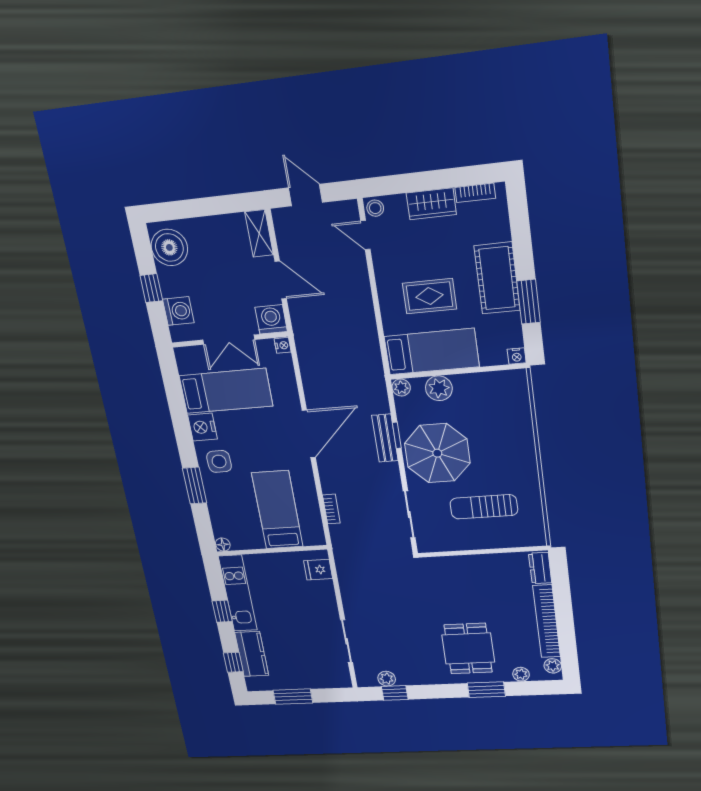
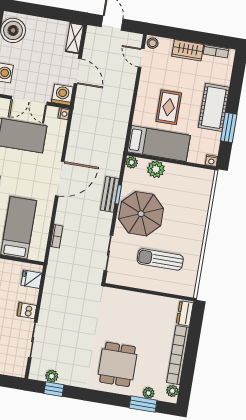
rug: (429, 296) -> (169, 107), turned 90
dishwasher: (326, 609) -> (27, 311), added
window: (486, 690) -> (143, 404), moved

